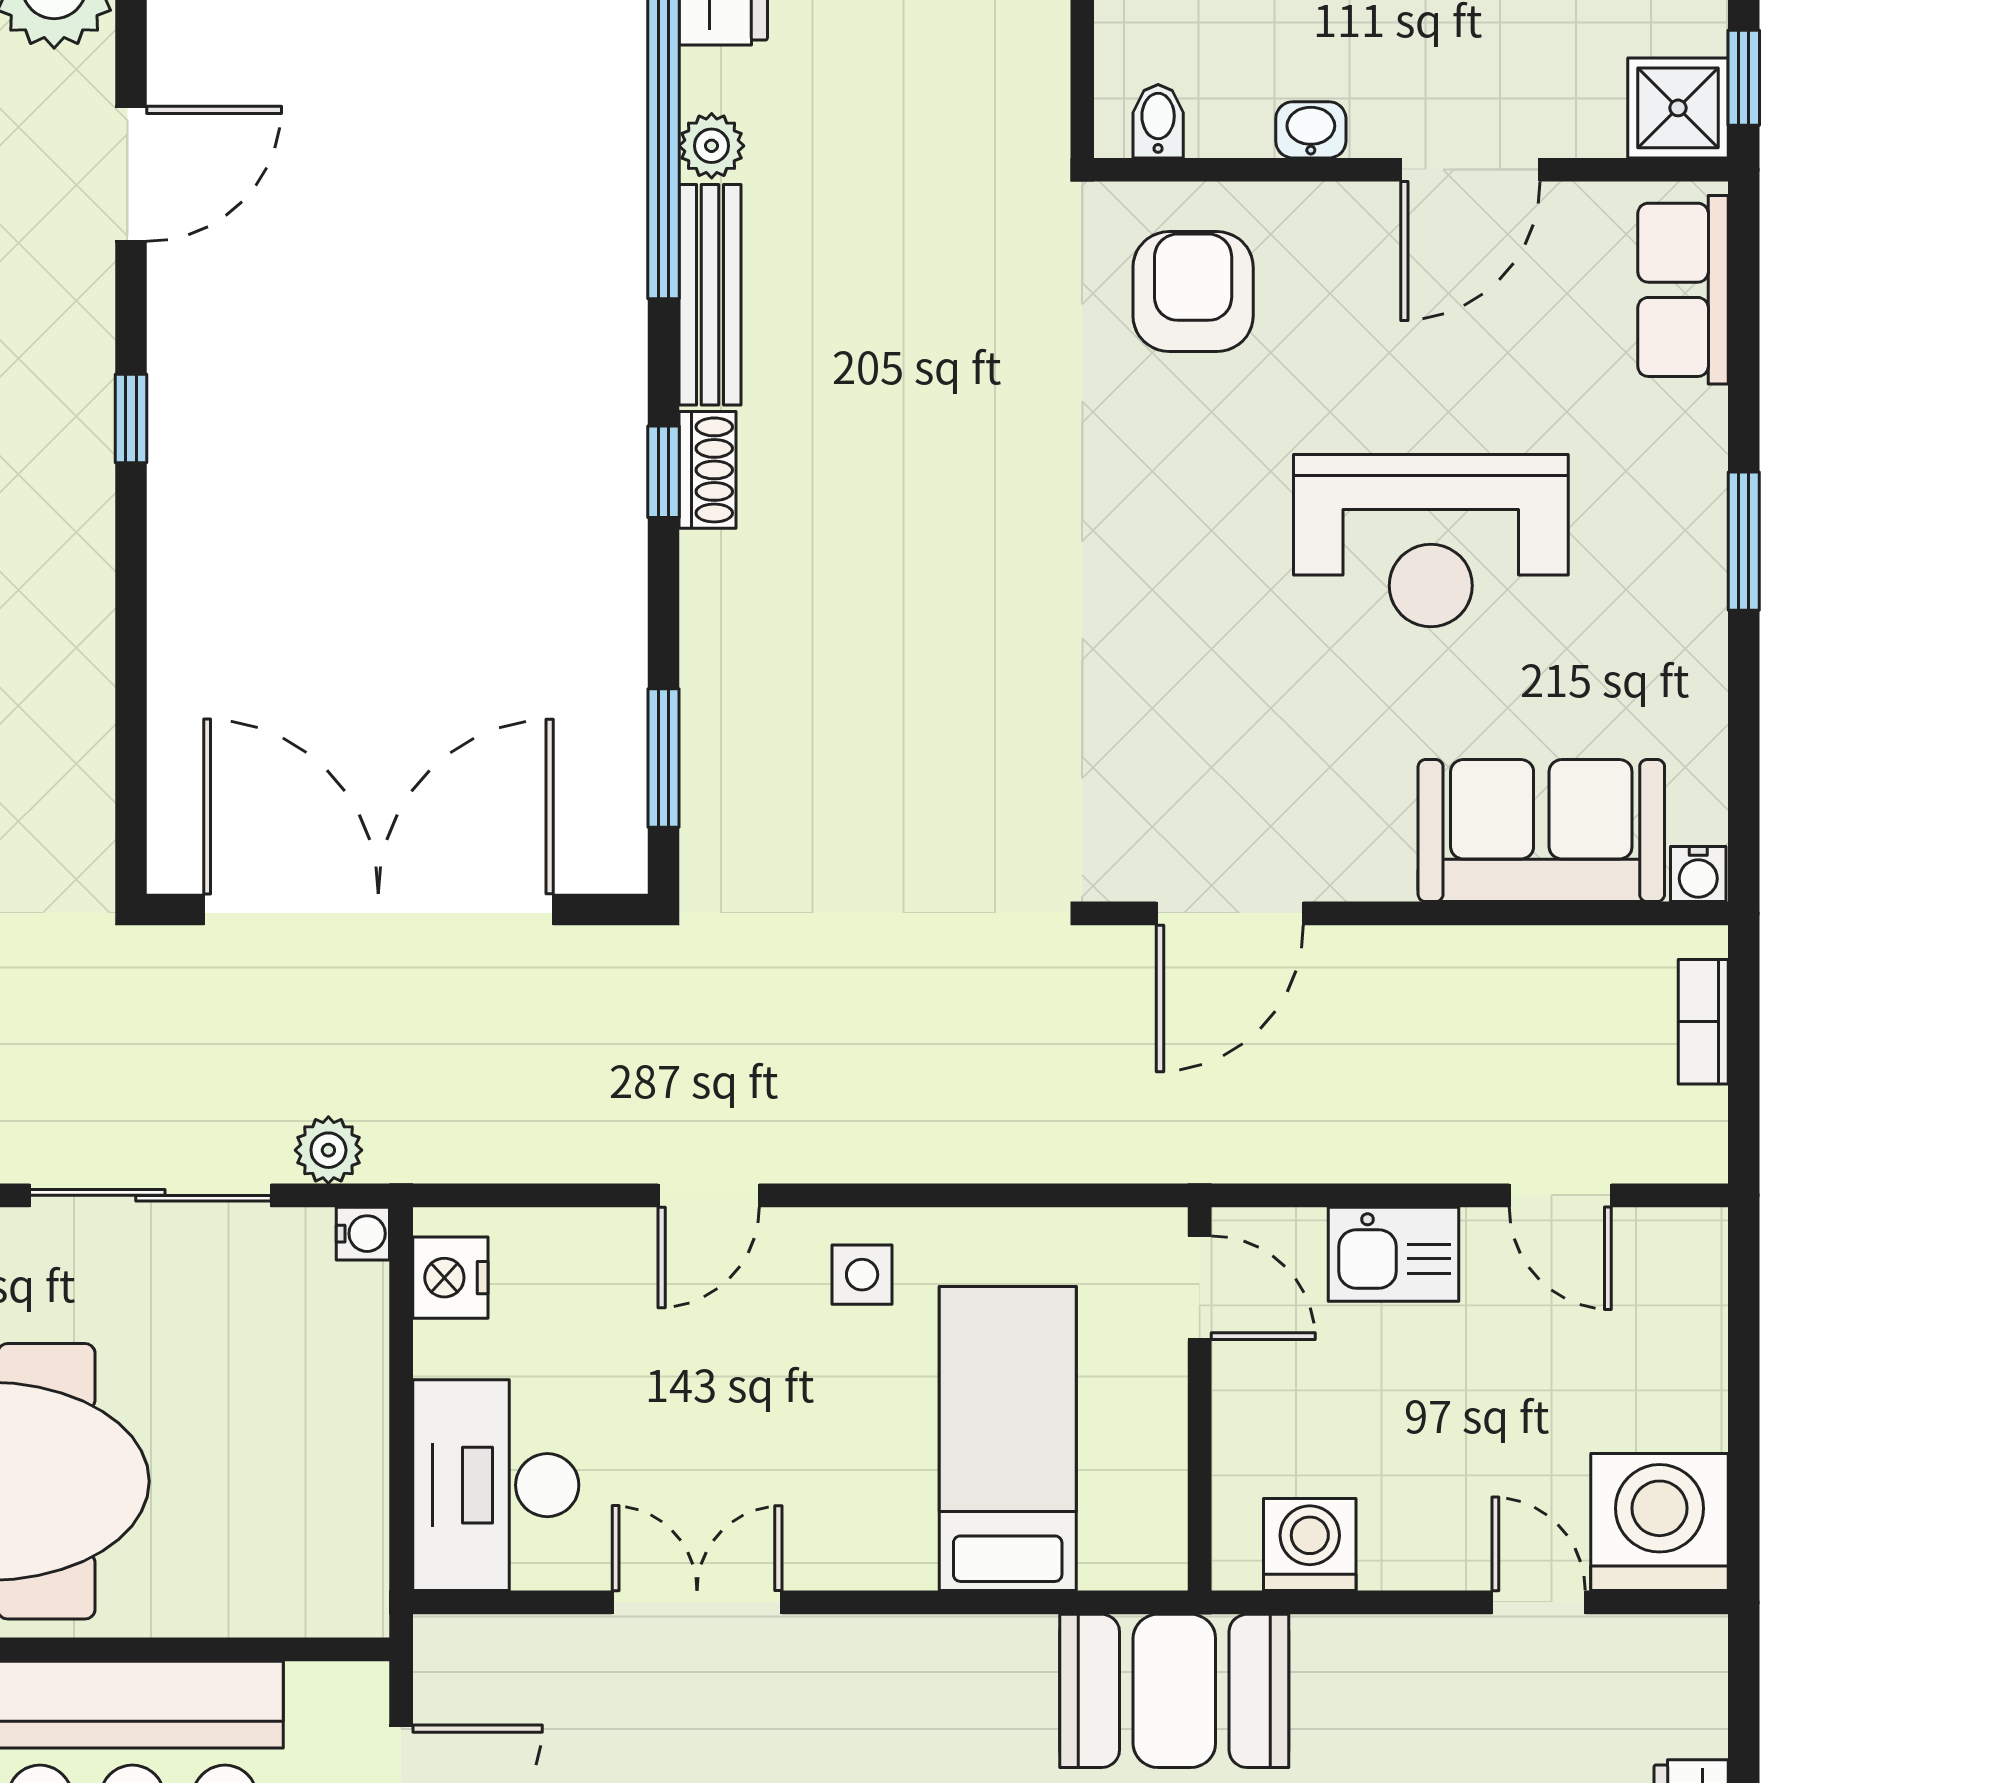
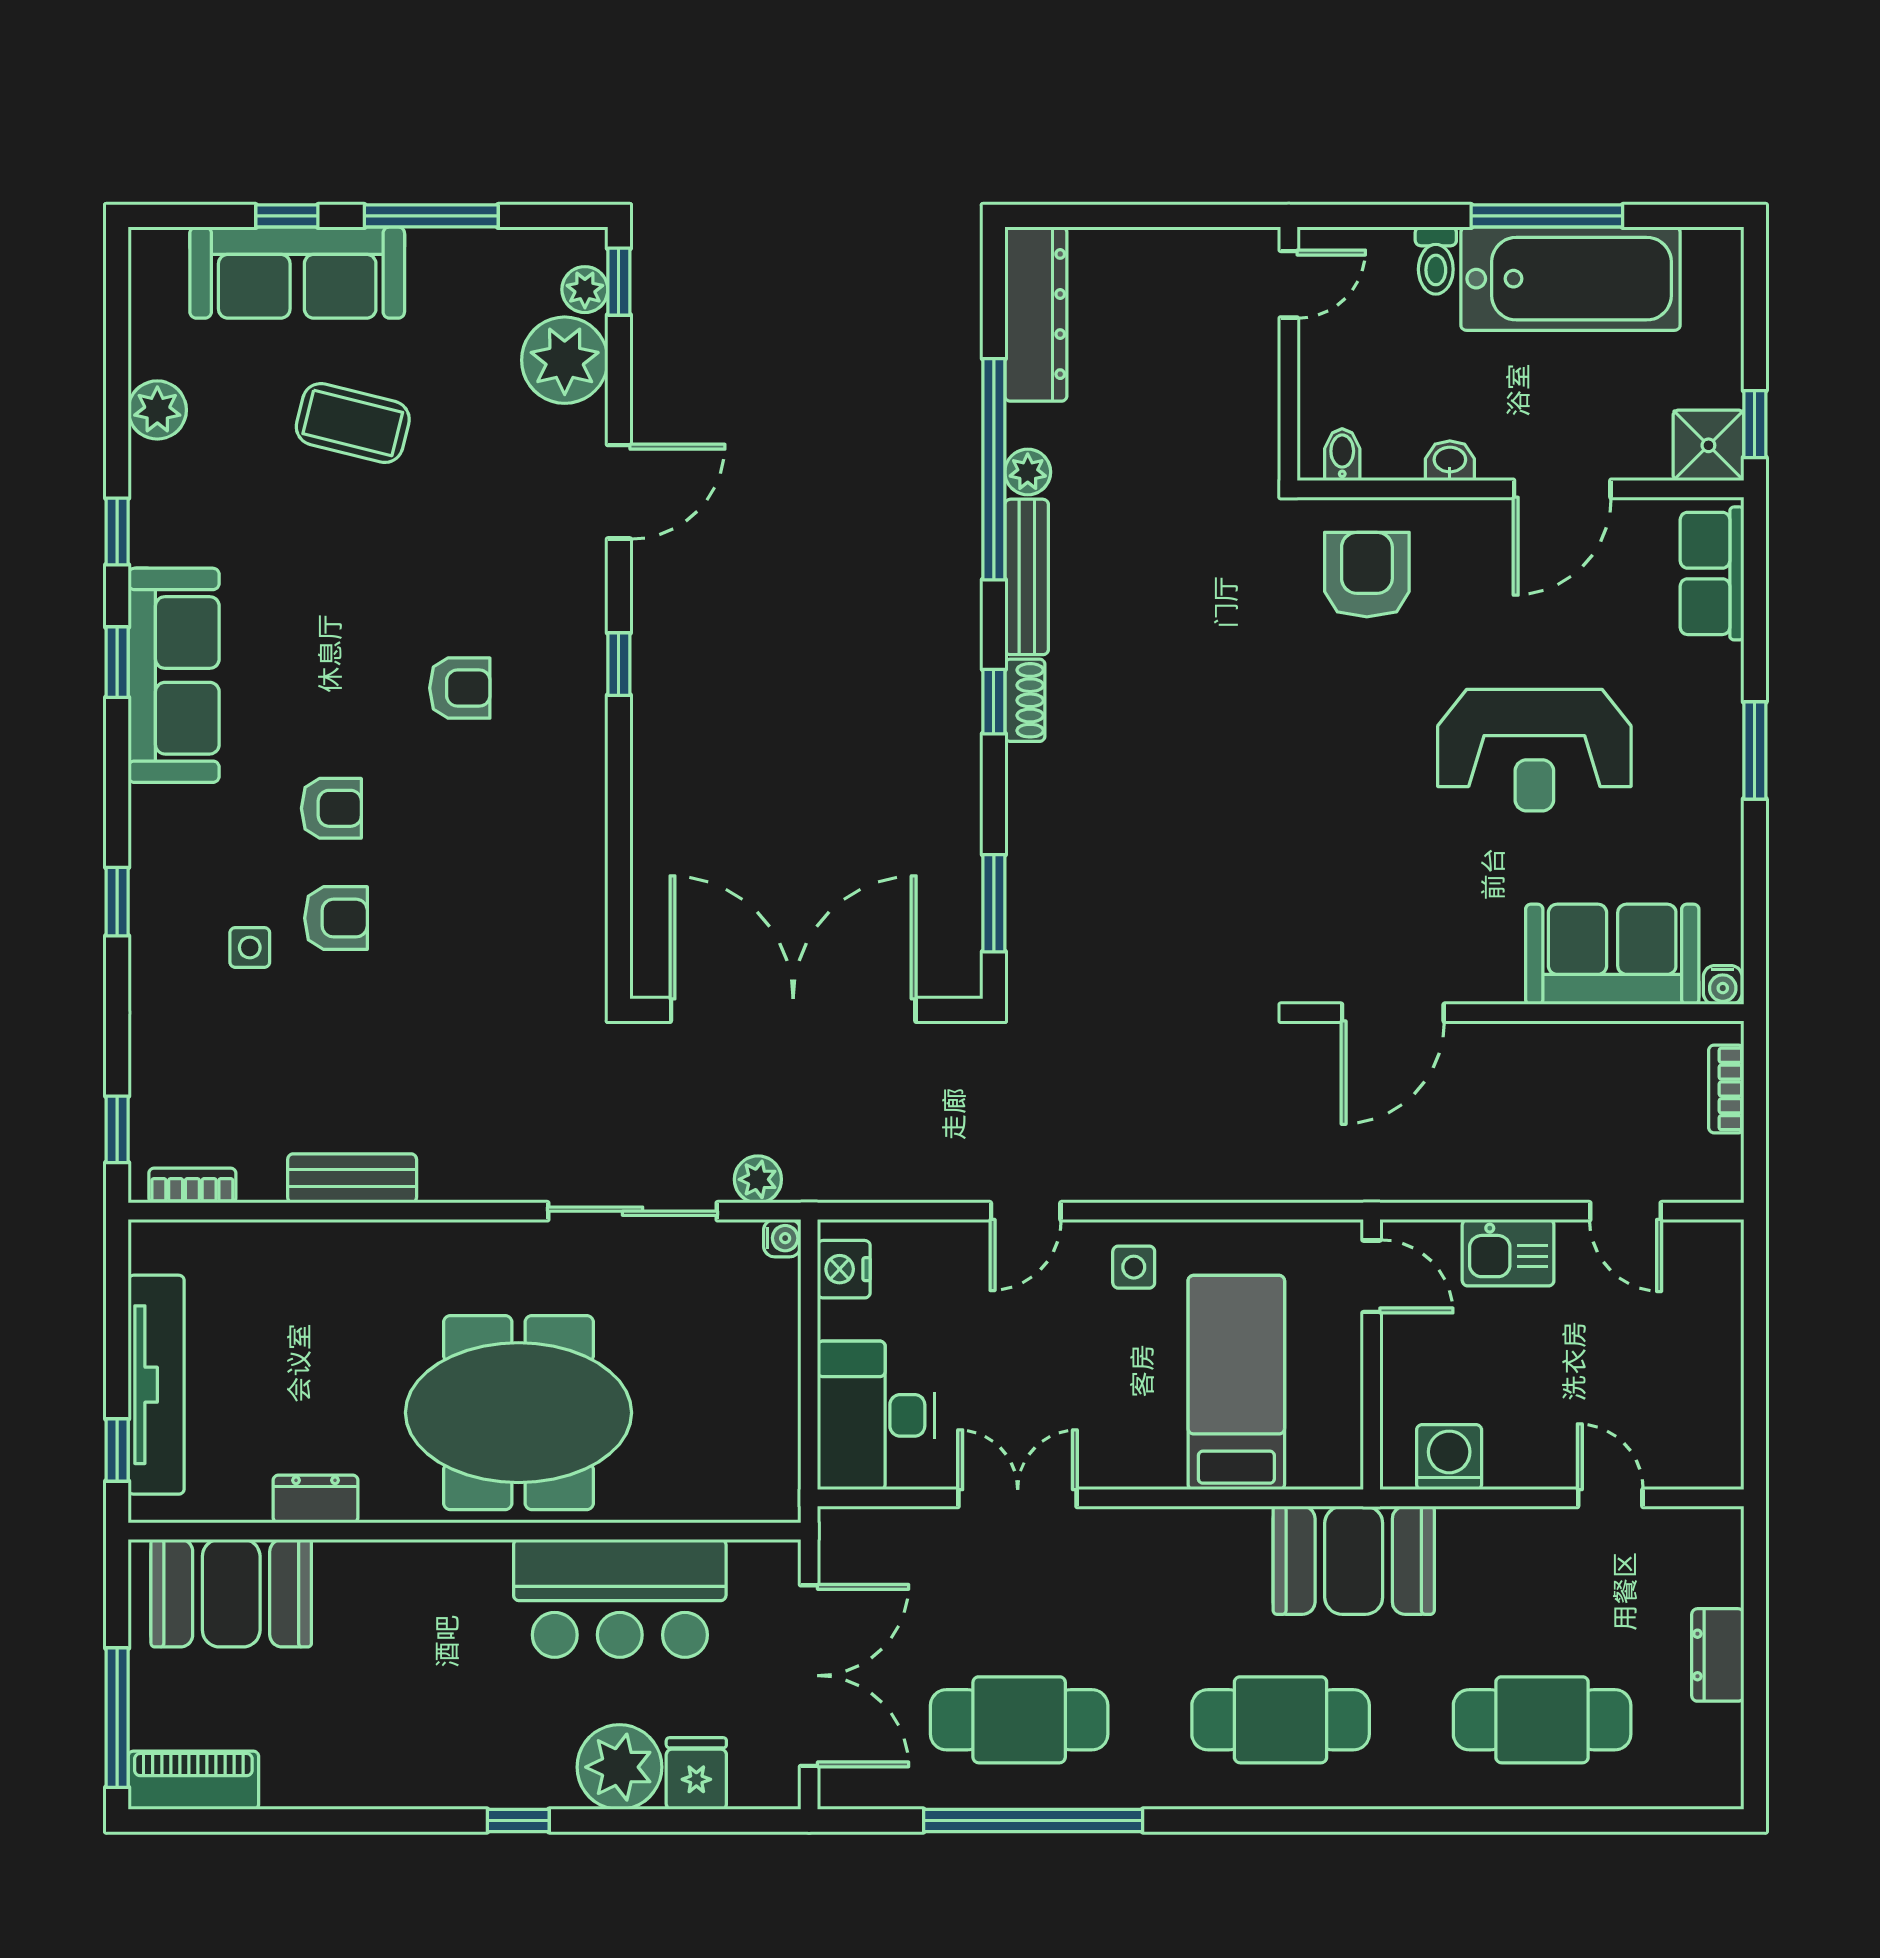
washing machine: (1660, 1522) -> (1695, 1441), removed

